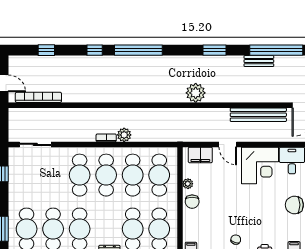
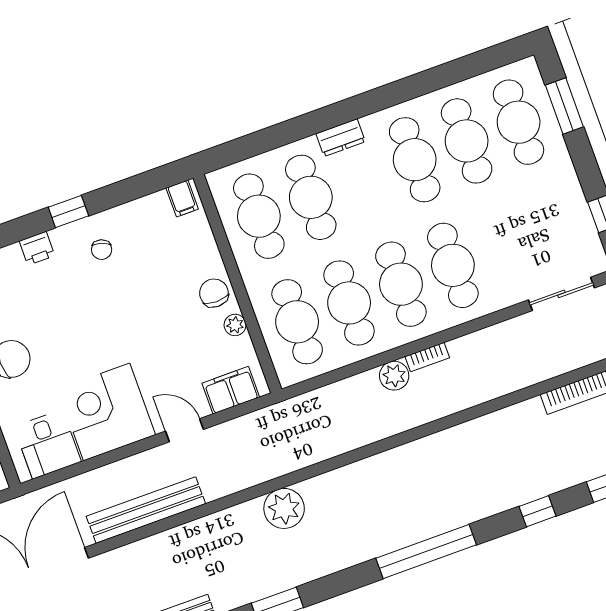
window: (95, 50) -> (538, 511), moved

